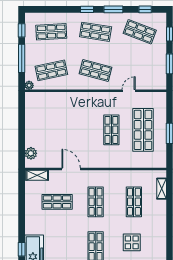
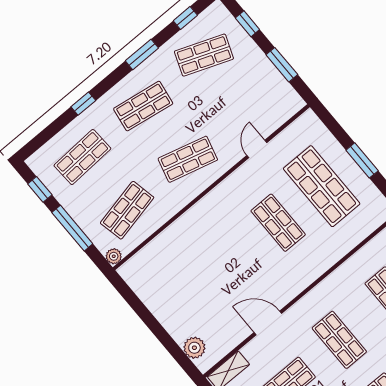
window: (87, 9) -> (83, 104), moved

